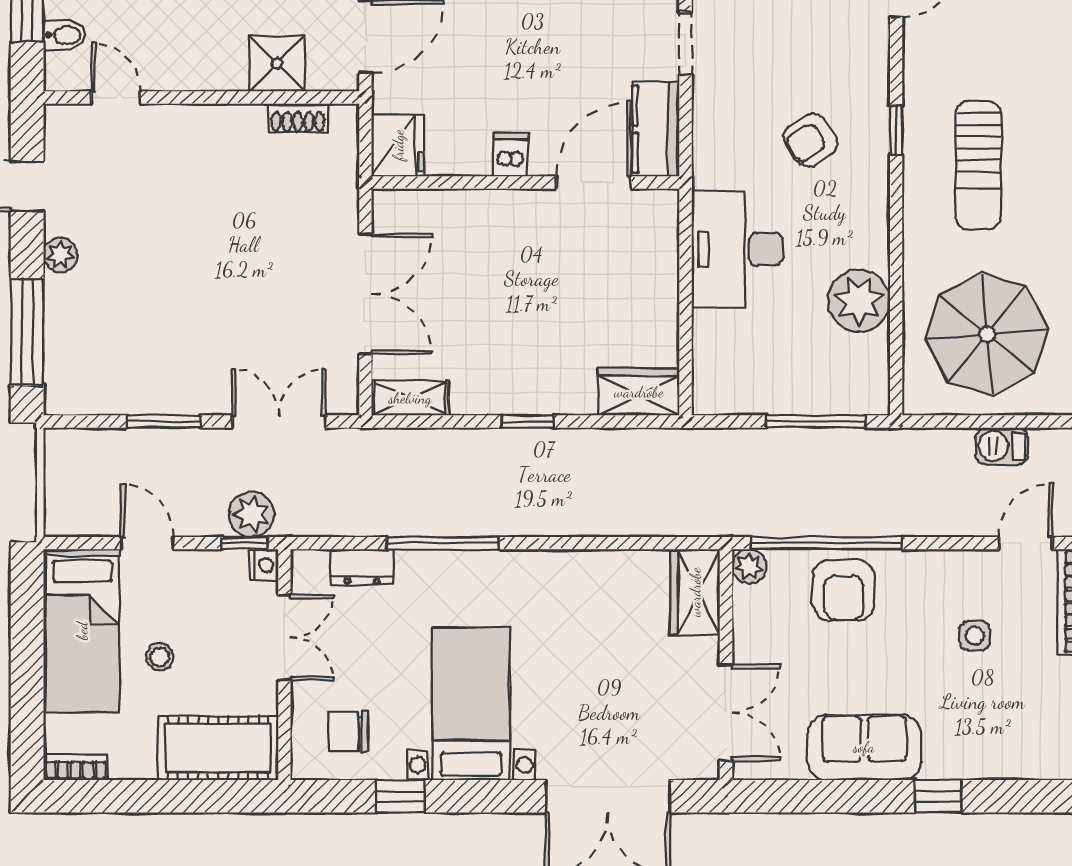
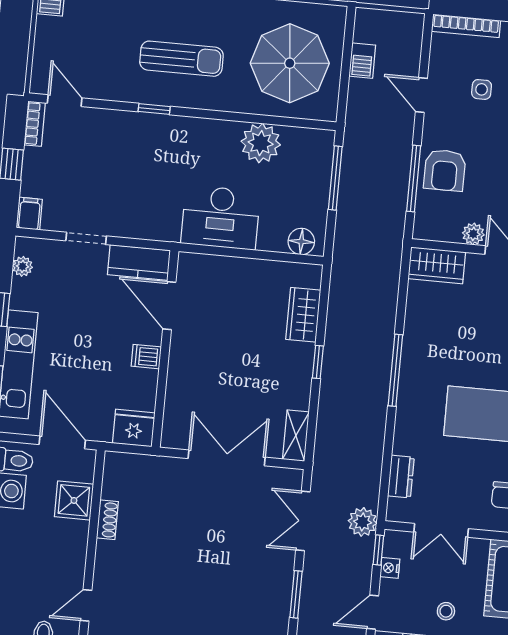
shoe rack: (298, 118) -> (107, 520), moved
armchair: (811, 140) -> (155, 164), removed
floor lamp: (712, 378) -> (301, 242), added
wardrobe: (639, 392) -> (303, 315), moved
plant: (251, 514) -> (363, 522), moved
window: (443, 543) -> (395, 370), moved
window: (826, 543) -> (414, 178), width x0.68
door: (1025, 543) -> (421, 95), moved
nightstand: (264, 565) -> (390, 568), moved, turned -90
plant: (749, 566) -> (473, 234), moved
armchair: (844, 590) -> (445, 170), turned 90
double door: (284, 637) -> (441, 530), swing flipped

